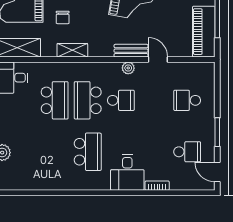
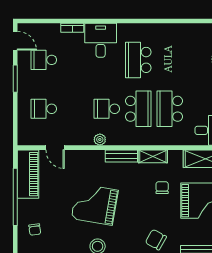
bench: (131, 51) -> (121, 156), moved
door: (158, 59) -> (55, 148), moved
school desk: (187, 100) -> (44, 109), turned 180

